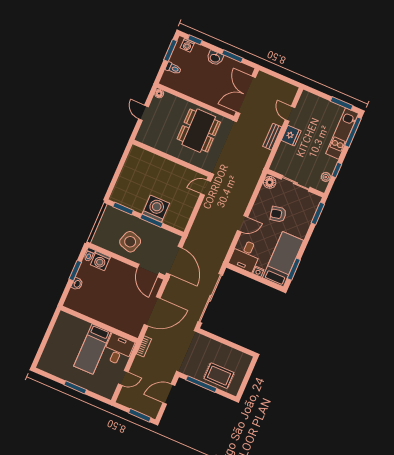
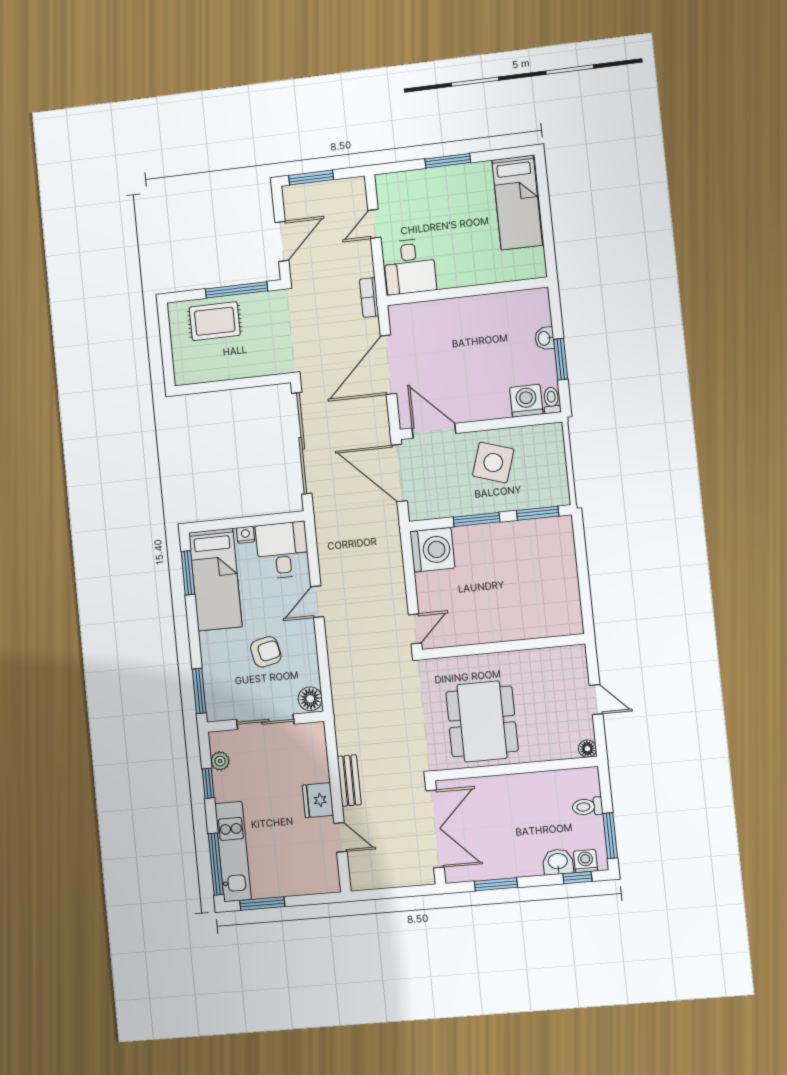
washbasin: (215, 58) -> (558, 862), moved
washing machine: (156, 209) -> (432, 550), moved, turned -90
bed: (92, 349) -> (517, 203), moved, turned 180

